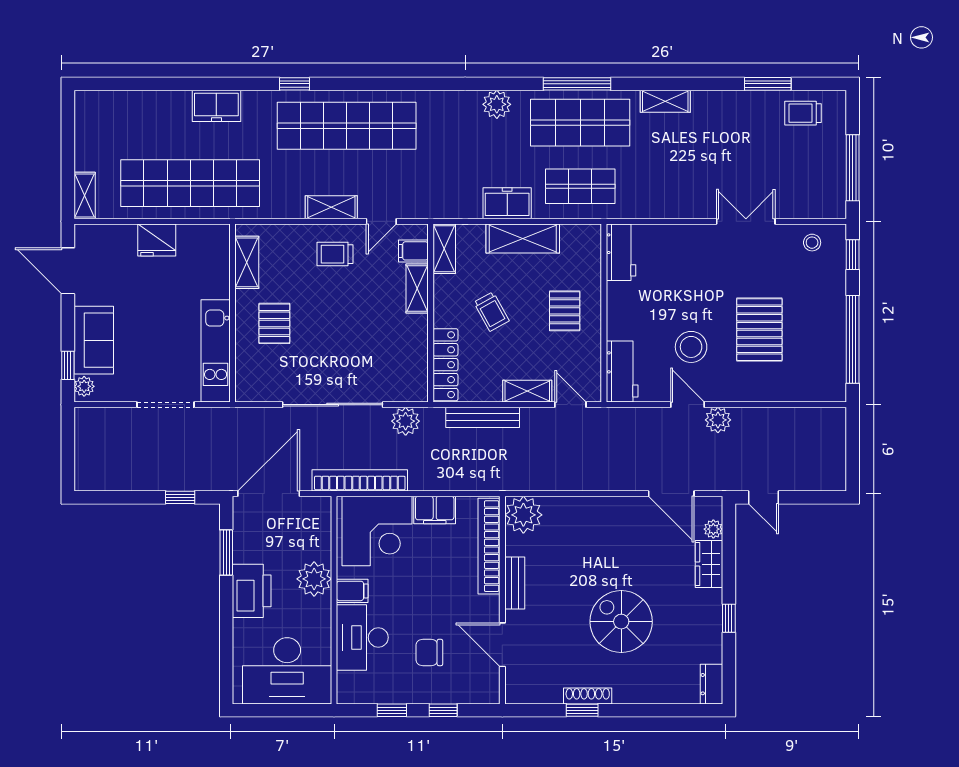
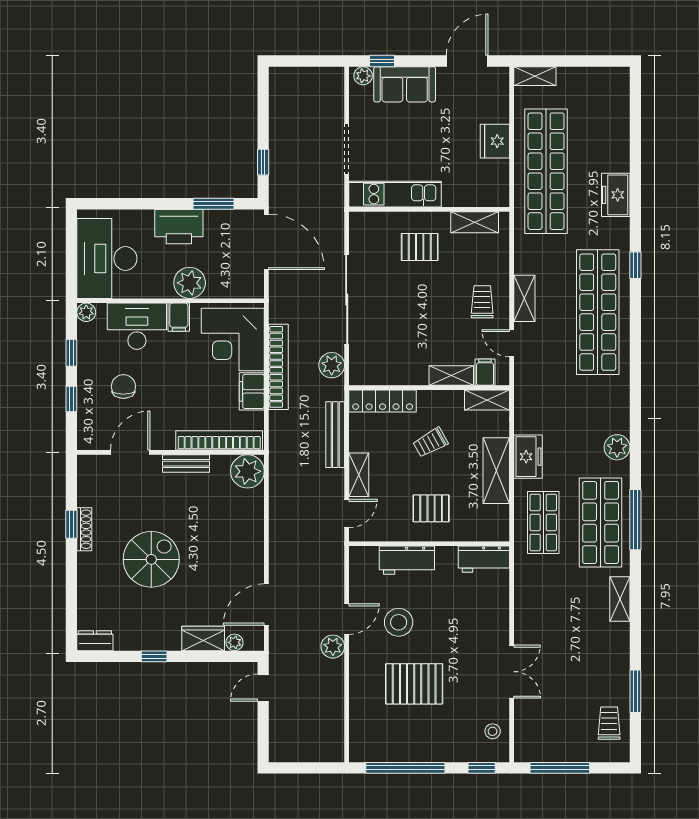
workbench: (622, 371) -> (407, 560), moved
bookcase: (360, 480) -> (278, 367), moved
plant: (347, 694) -> (86, 312), added

